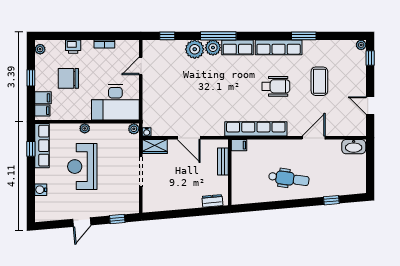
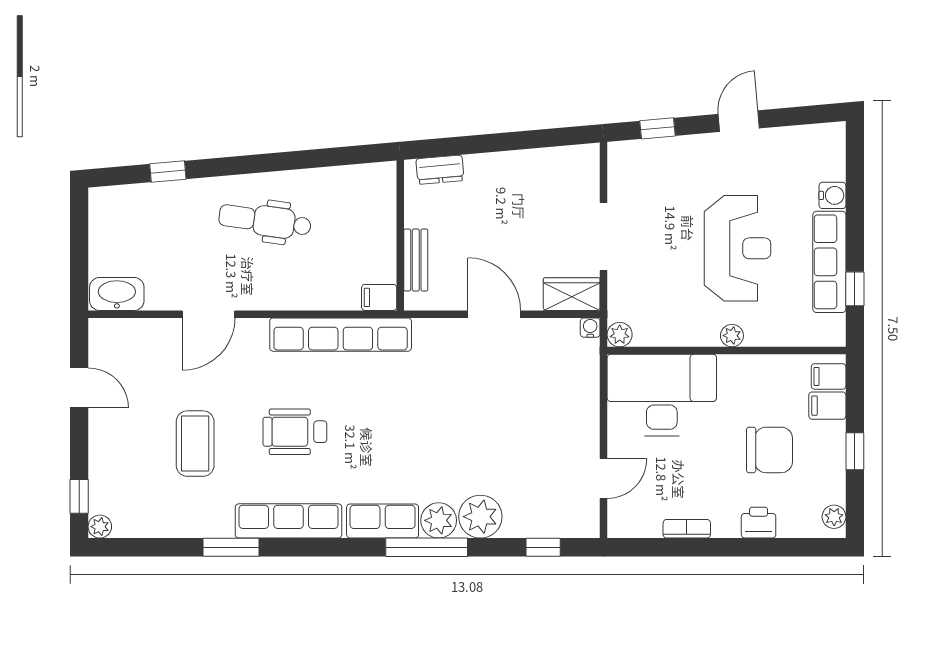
row of seats: (42, 146) -> (829, 262), moved

